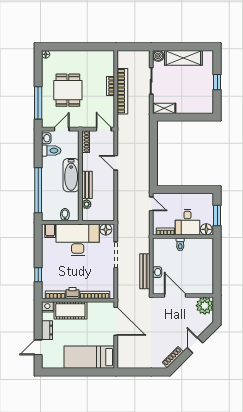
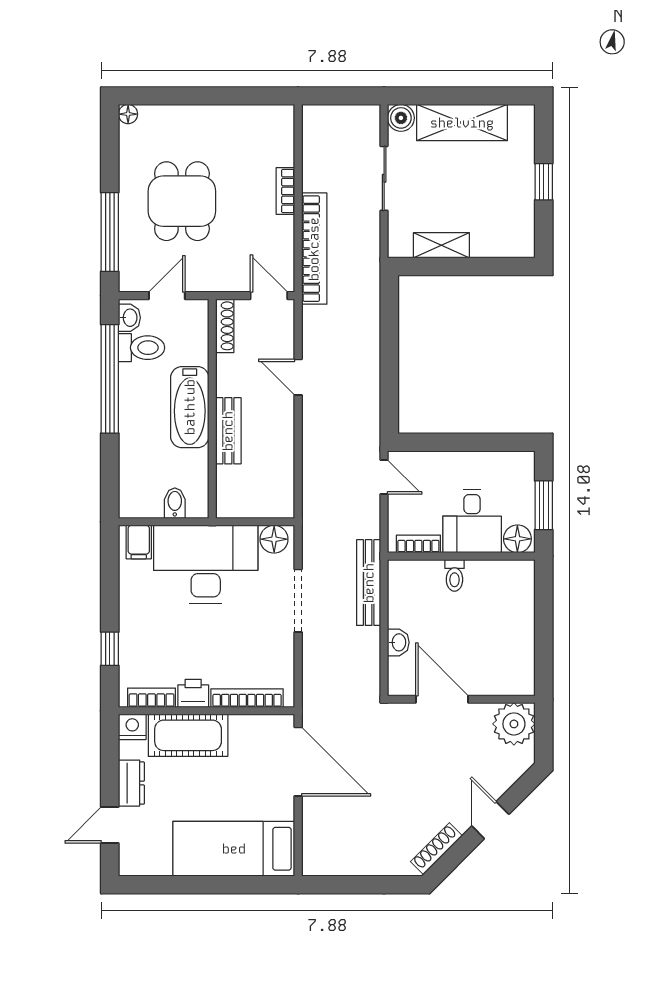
bookcase: (122, 91) -> (314, 249), moved
shelving: (164, 108) -> (441, 245), moved
window: (38, 190) -> (110, 379), moved
plant: (87, 204) -> (227, 478), removed
bench: (145, 271) -> (369, 583), moved

